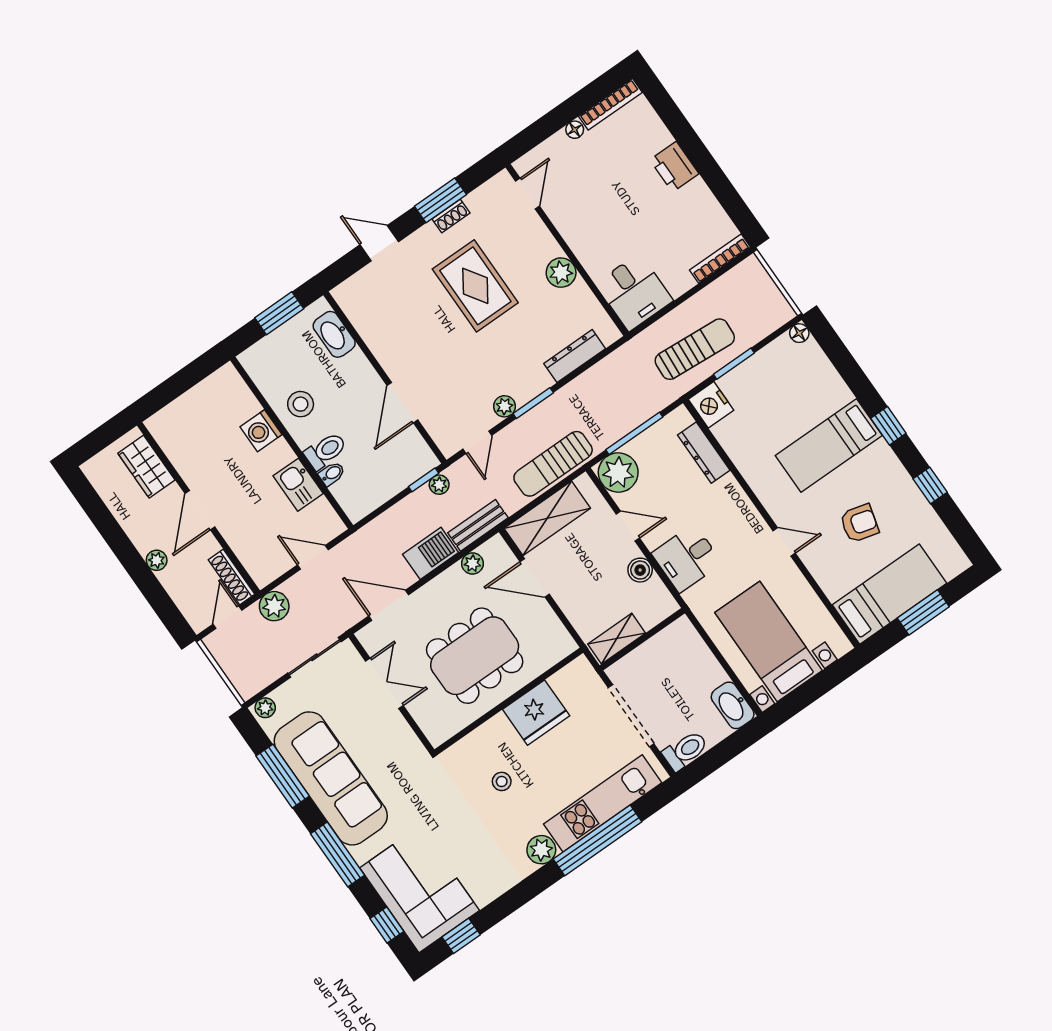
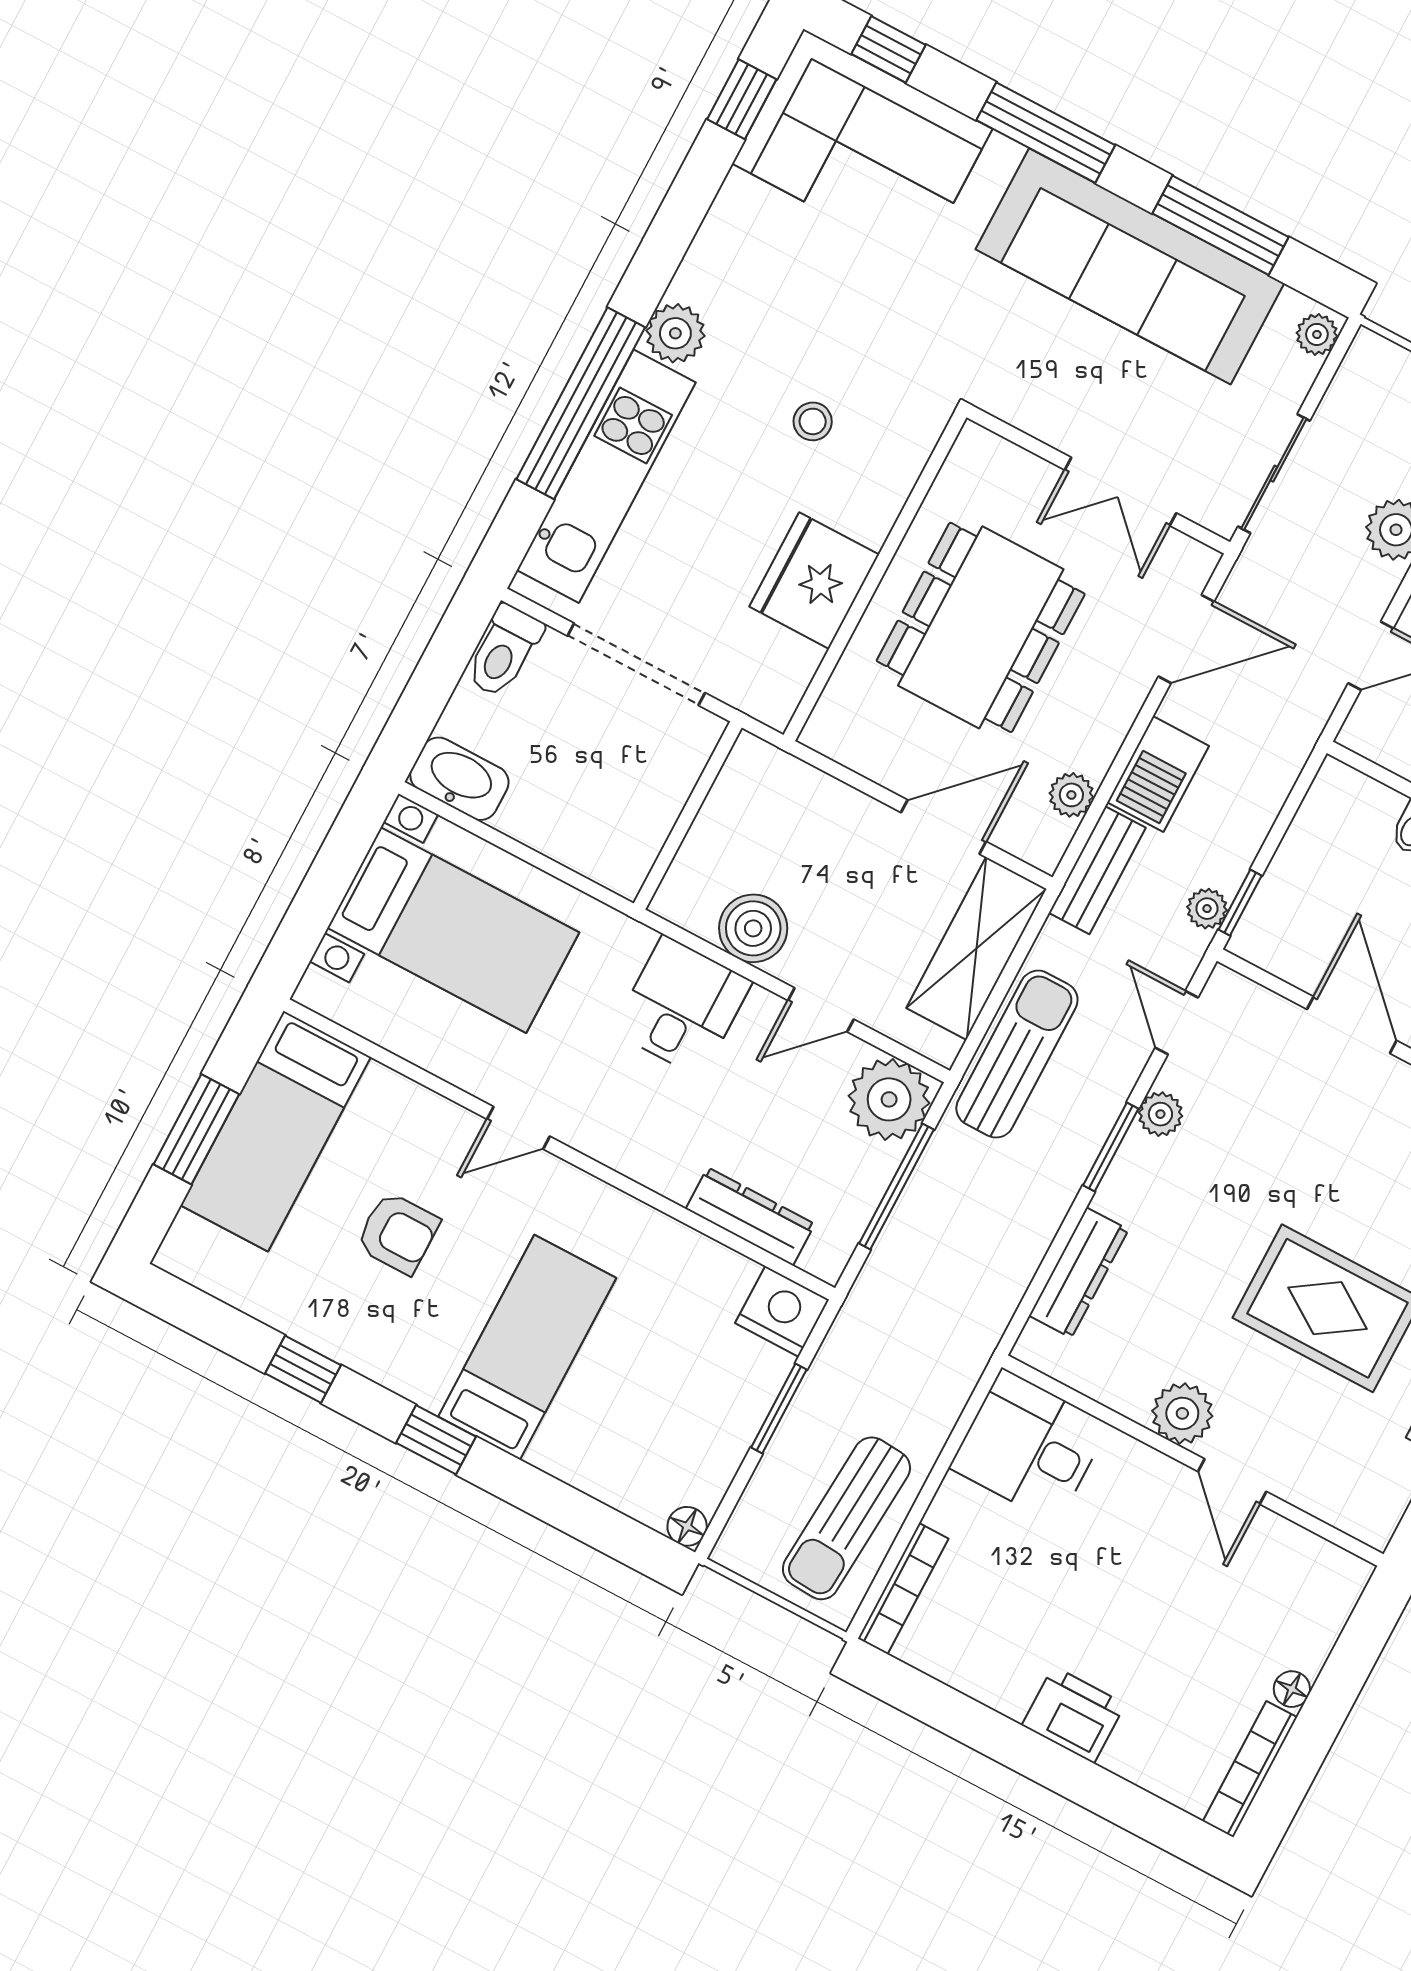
door: (528, 194) -> (1232, 1482), moved
sun lounger: (695, 349) -> (846, 1518), moved
armchair: (859, 523) -> (398, 1233), turned -105
boiler: (640, 570) -> (753, 928), width x1.36, depth x1.36
shelving: (617, 639) -> (736, 793), removed

